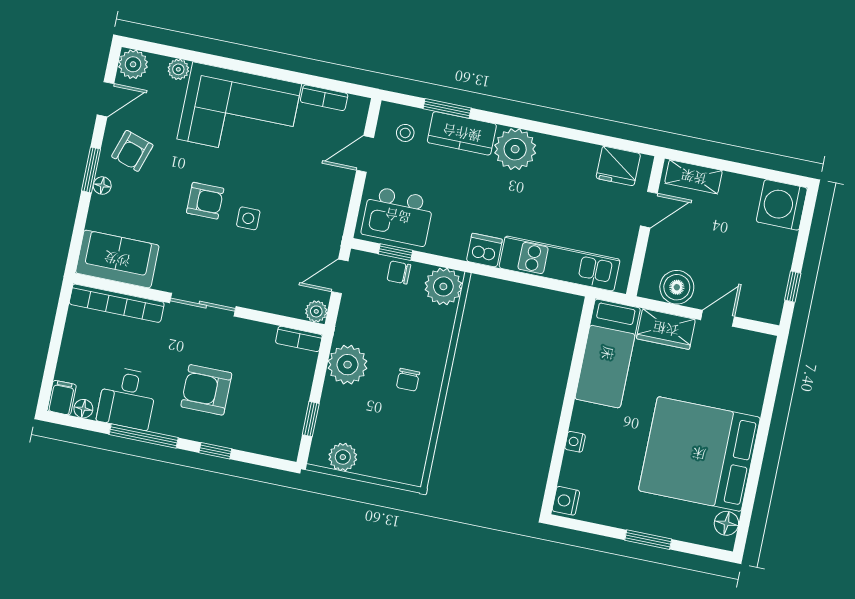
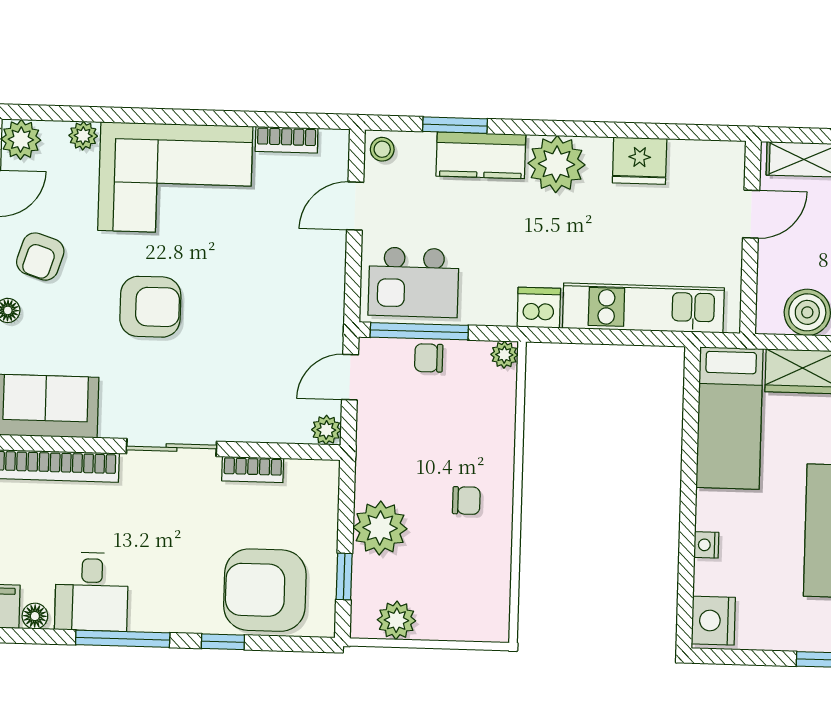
stool: (405, 133) -> (382, 149), moved
fridge: (618, 166) -> (640, 161), moved
armchair: (205, 201) -> (150, 307), width x1.38, depth x1.38
side table: (248, 218) -> (213, 320), removed
window: (395, 252) -> (419, 331), width x2.17
plant: (443, 286) -> (504, 355), width x0.53, depth x0.53
bookcase: (299, 339) -> (253, 469), moved
plant: (348, 365) -> (380, 528), moved
chair: (408, 380) -> (466, 501), turned -90
armchair: (206, 390) -> (265, 590), moved, width x1.36, depth x1.36
nightstand: (566, 501) -> (713, 621), width x1.36, depth x1.33

